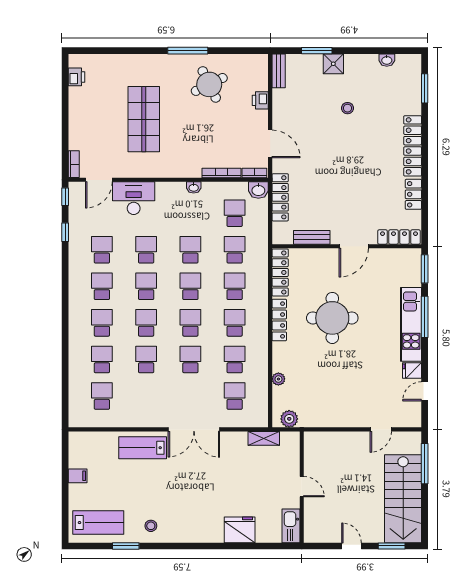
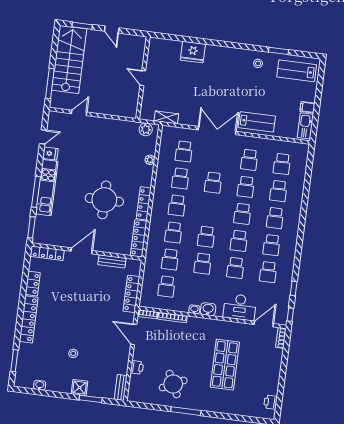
washbasin: (258, 190) -> (208, 309), moved
school desk: (190, 323) -> (249, 160), moved
kitchen sink: (291, 526) -> (305, 126), moved, turned 180

